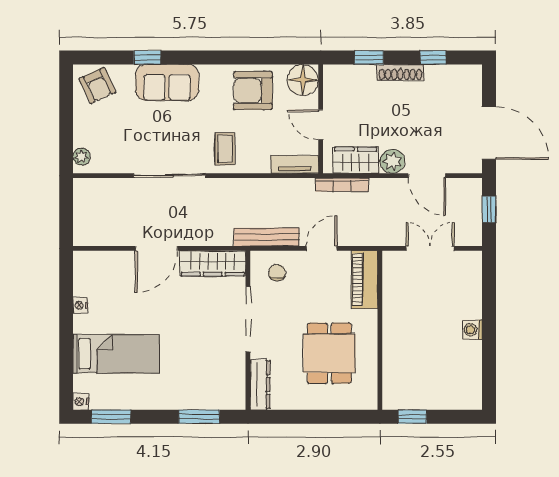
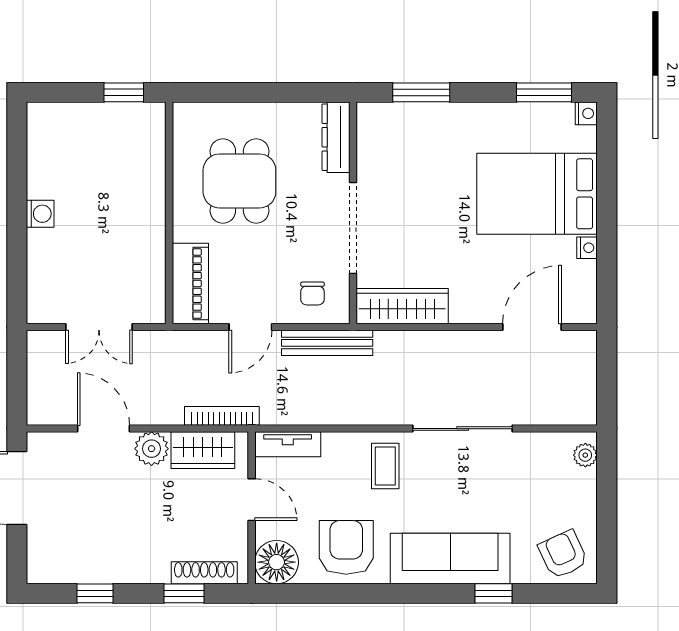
shoe rack: (400, 72) -> (204, 573), moved
sofa: (167, 83) -> (450, 559), width x1.36
armchair: (253, 91) -> (346, 547), turned -90
window: (489, 209) -> (17, 381), removed
door: (157, 248) -> (532, 327), moved
bed: (116, 354) -> (537, 194), width x1.50

